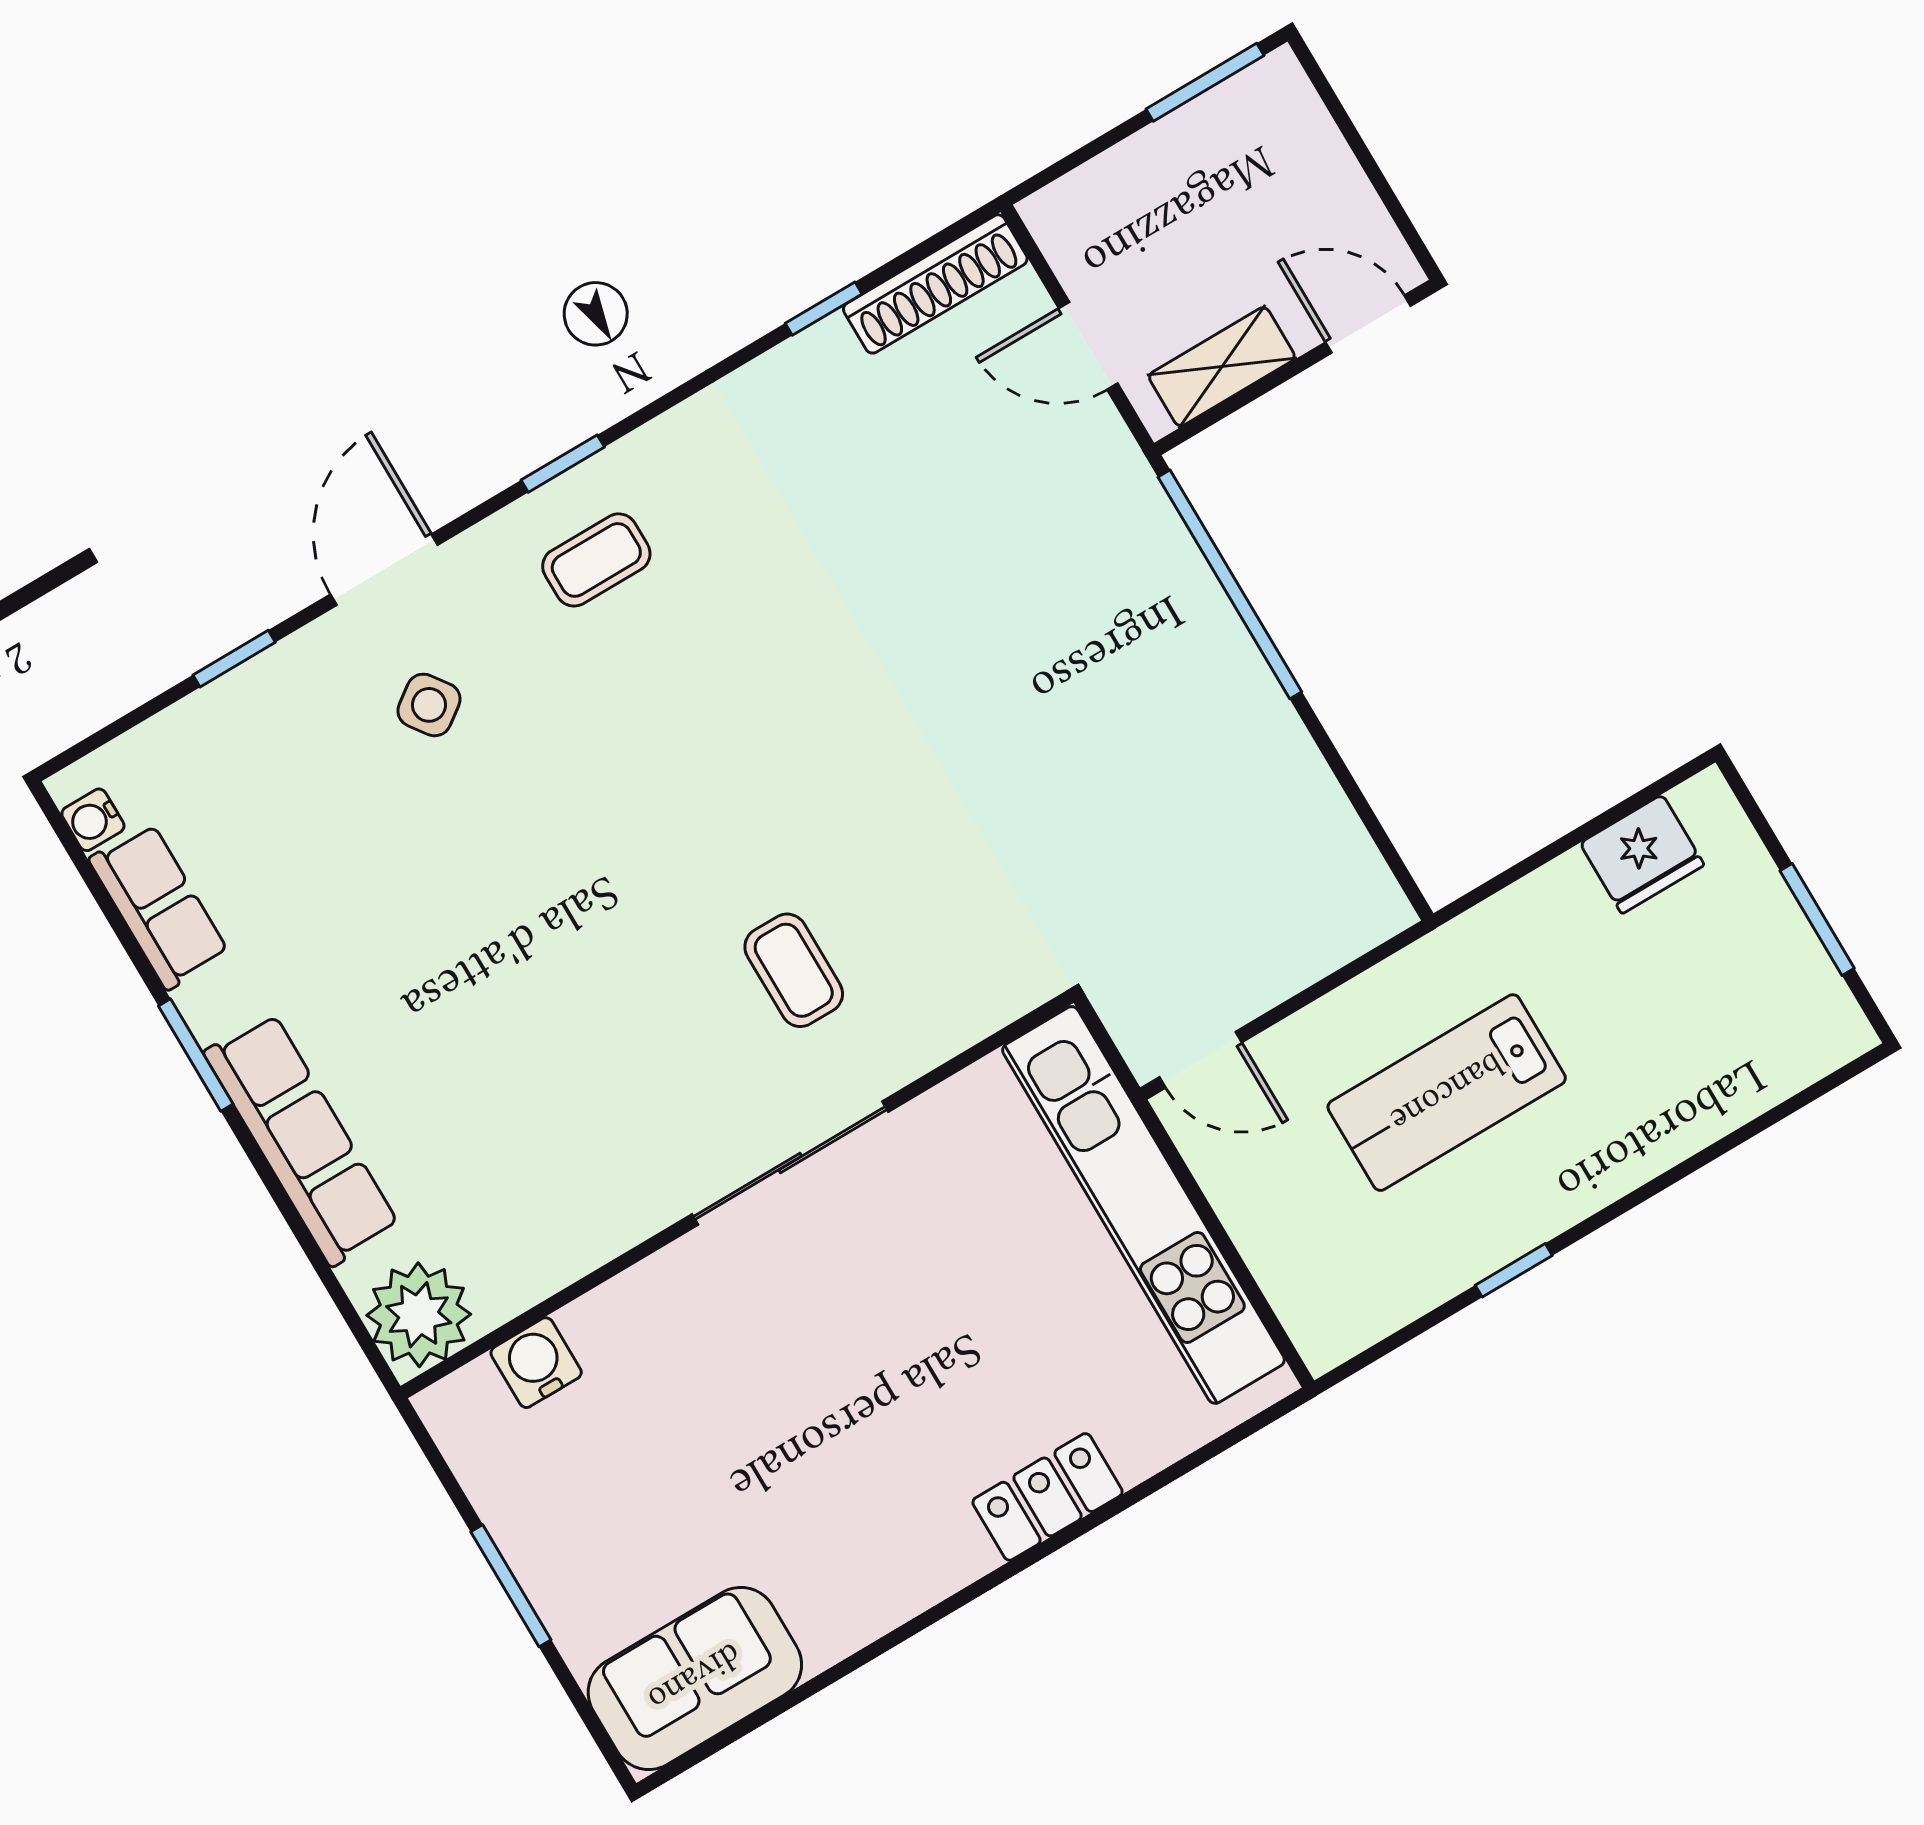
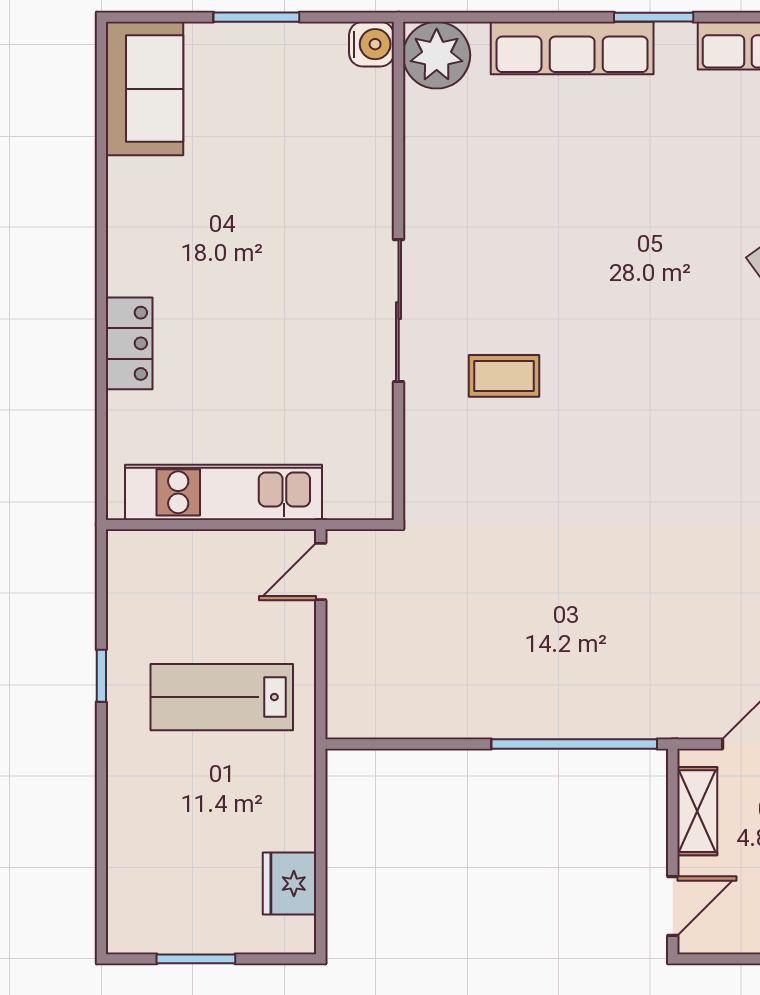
lab bench: (1447, 1093) -> (222, 697), turned -90
kitchen unit: (1143, 1205) -> (223, 492), width x0.73
water cooler: (536, 1363) -> (372, 44), moved

